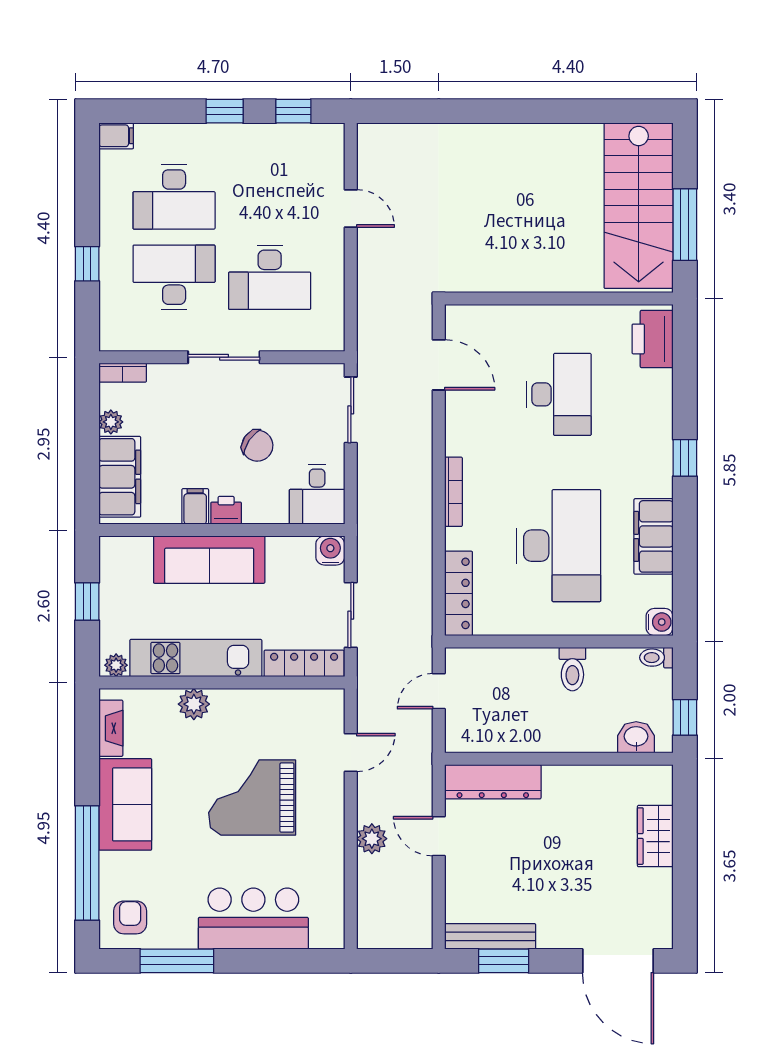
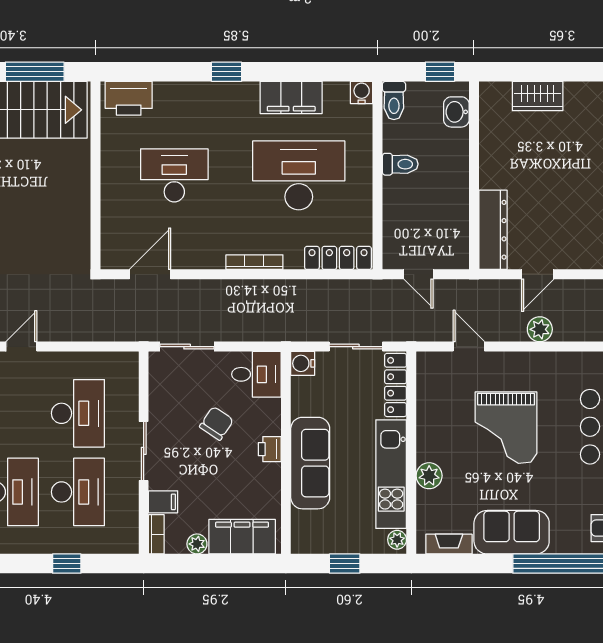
desk: (174, 277) -> (78, 492), turned 180
filing cabinet: (195, 506) -> (163, 502), moved, turned 180
toilet: (656, 658) -> (394, 100), width x1.37, depth x1.39

